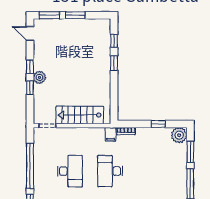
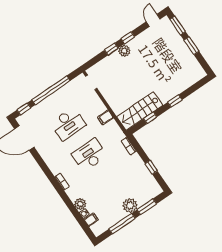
window: (114, 41) -> (150, 118), moved
stairs: (80, 115) -> (140, 111), moved, turned -90
filing cabinet: (111, 134) -> (105, 117), moved
plant: (179, 135) -> (130, 205), moved

